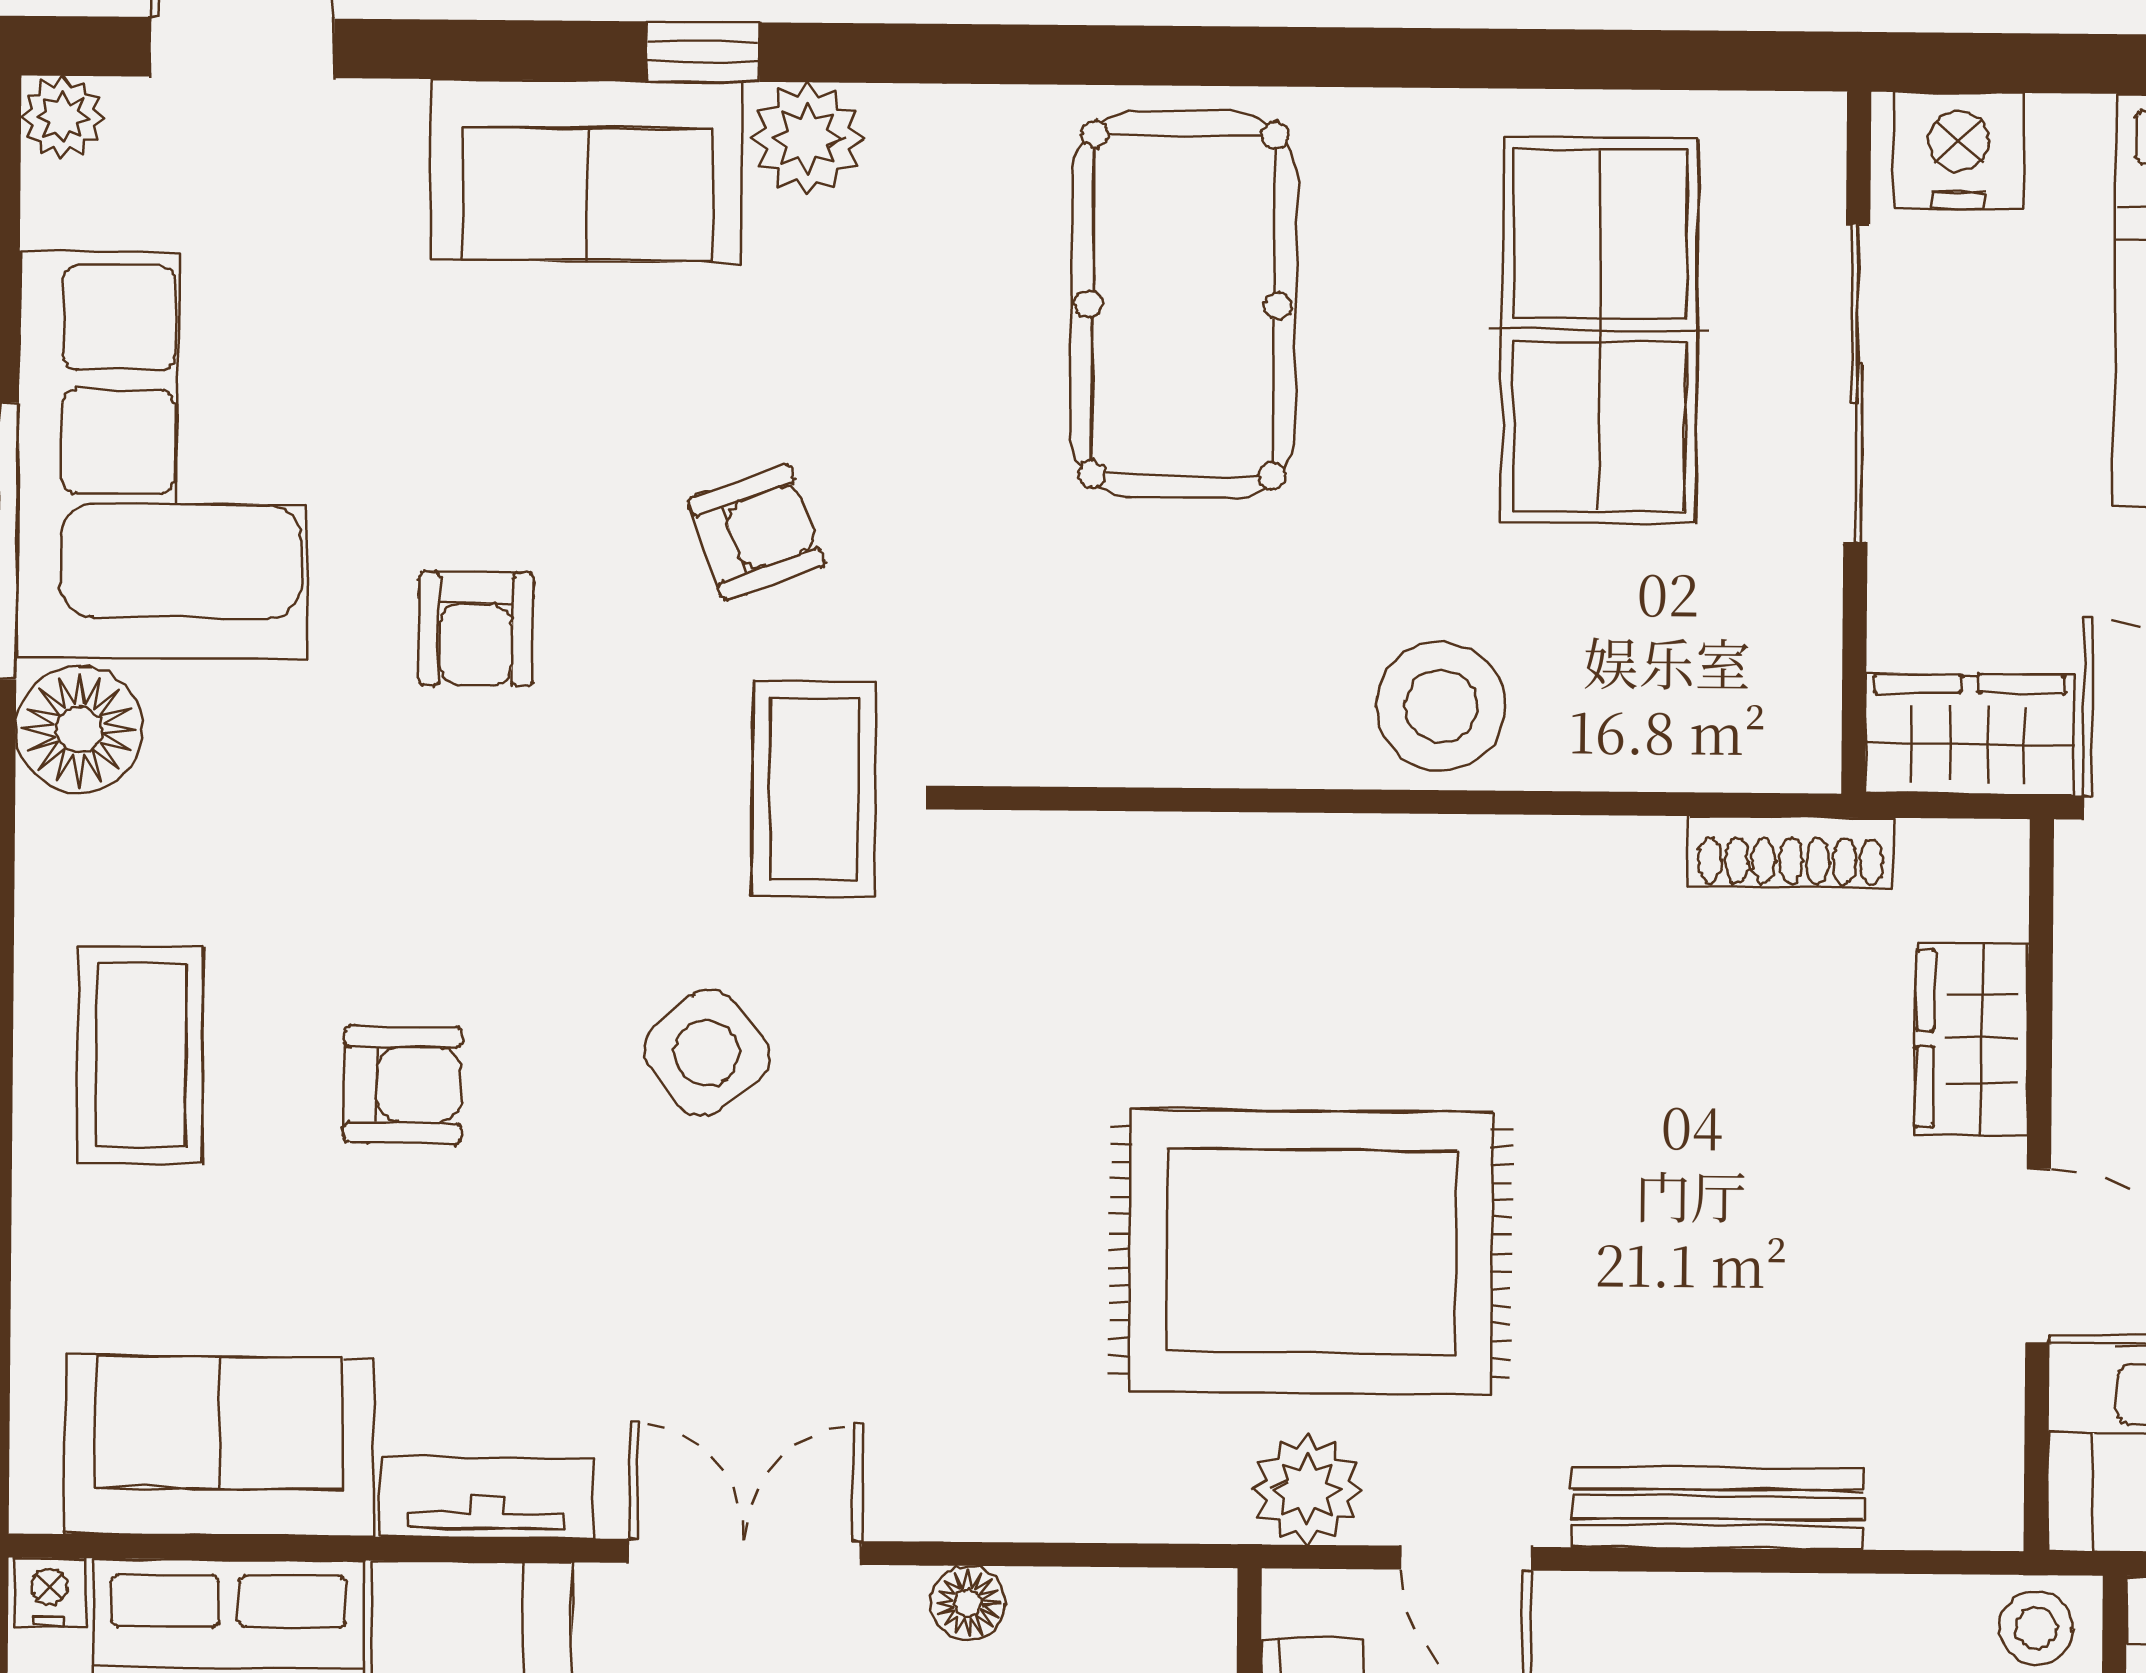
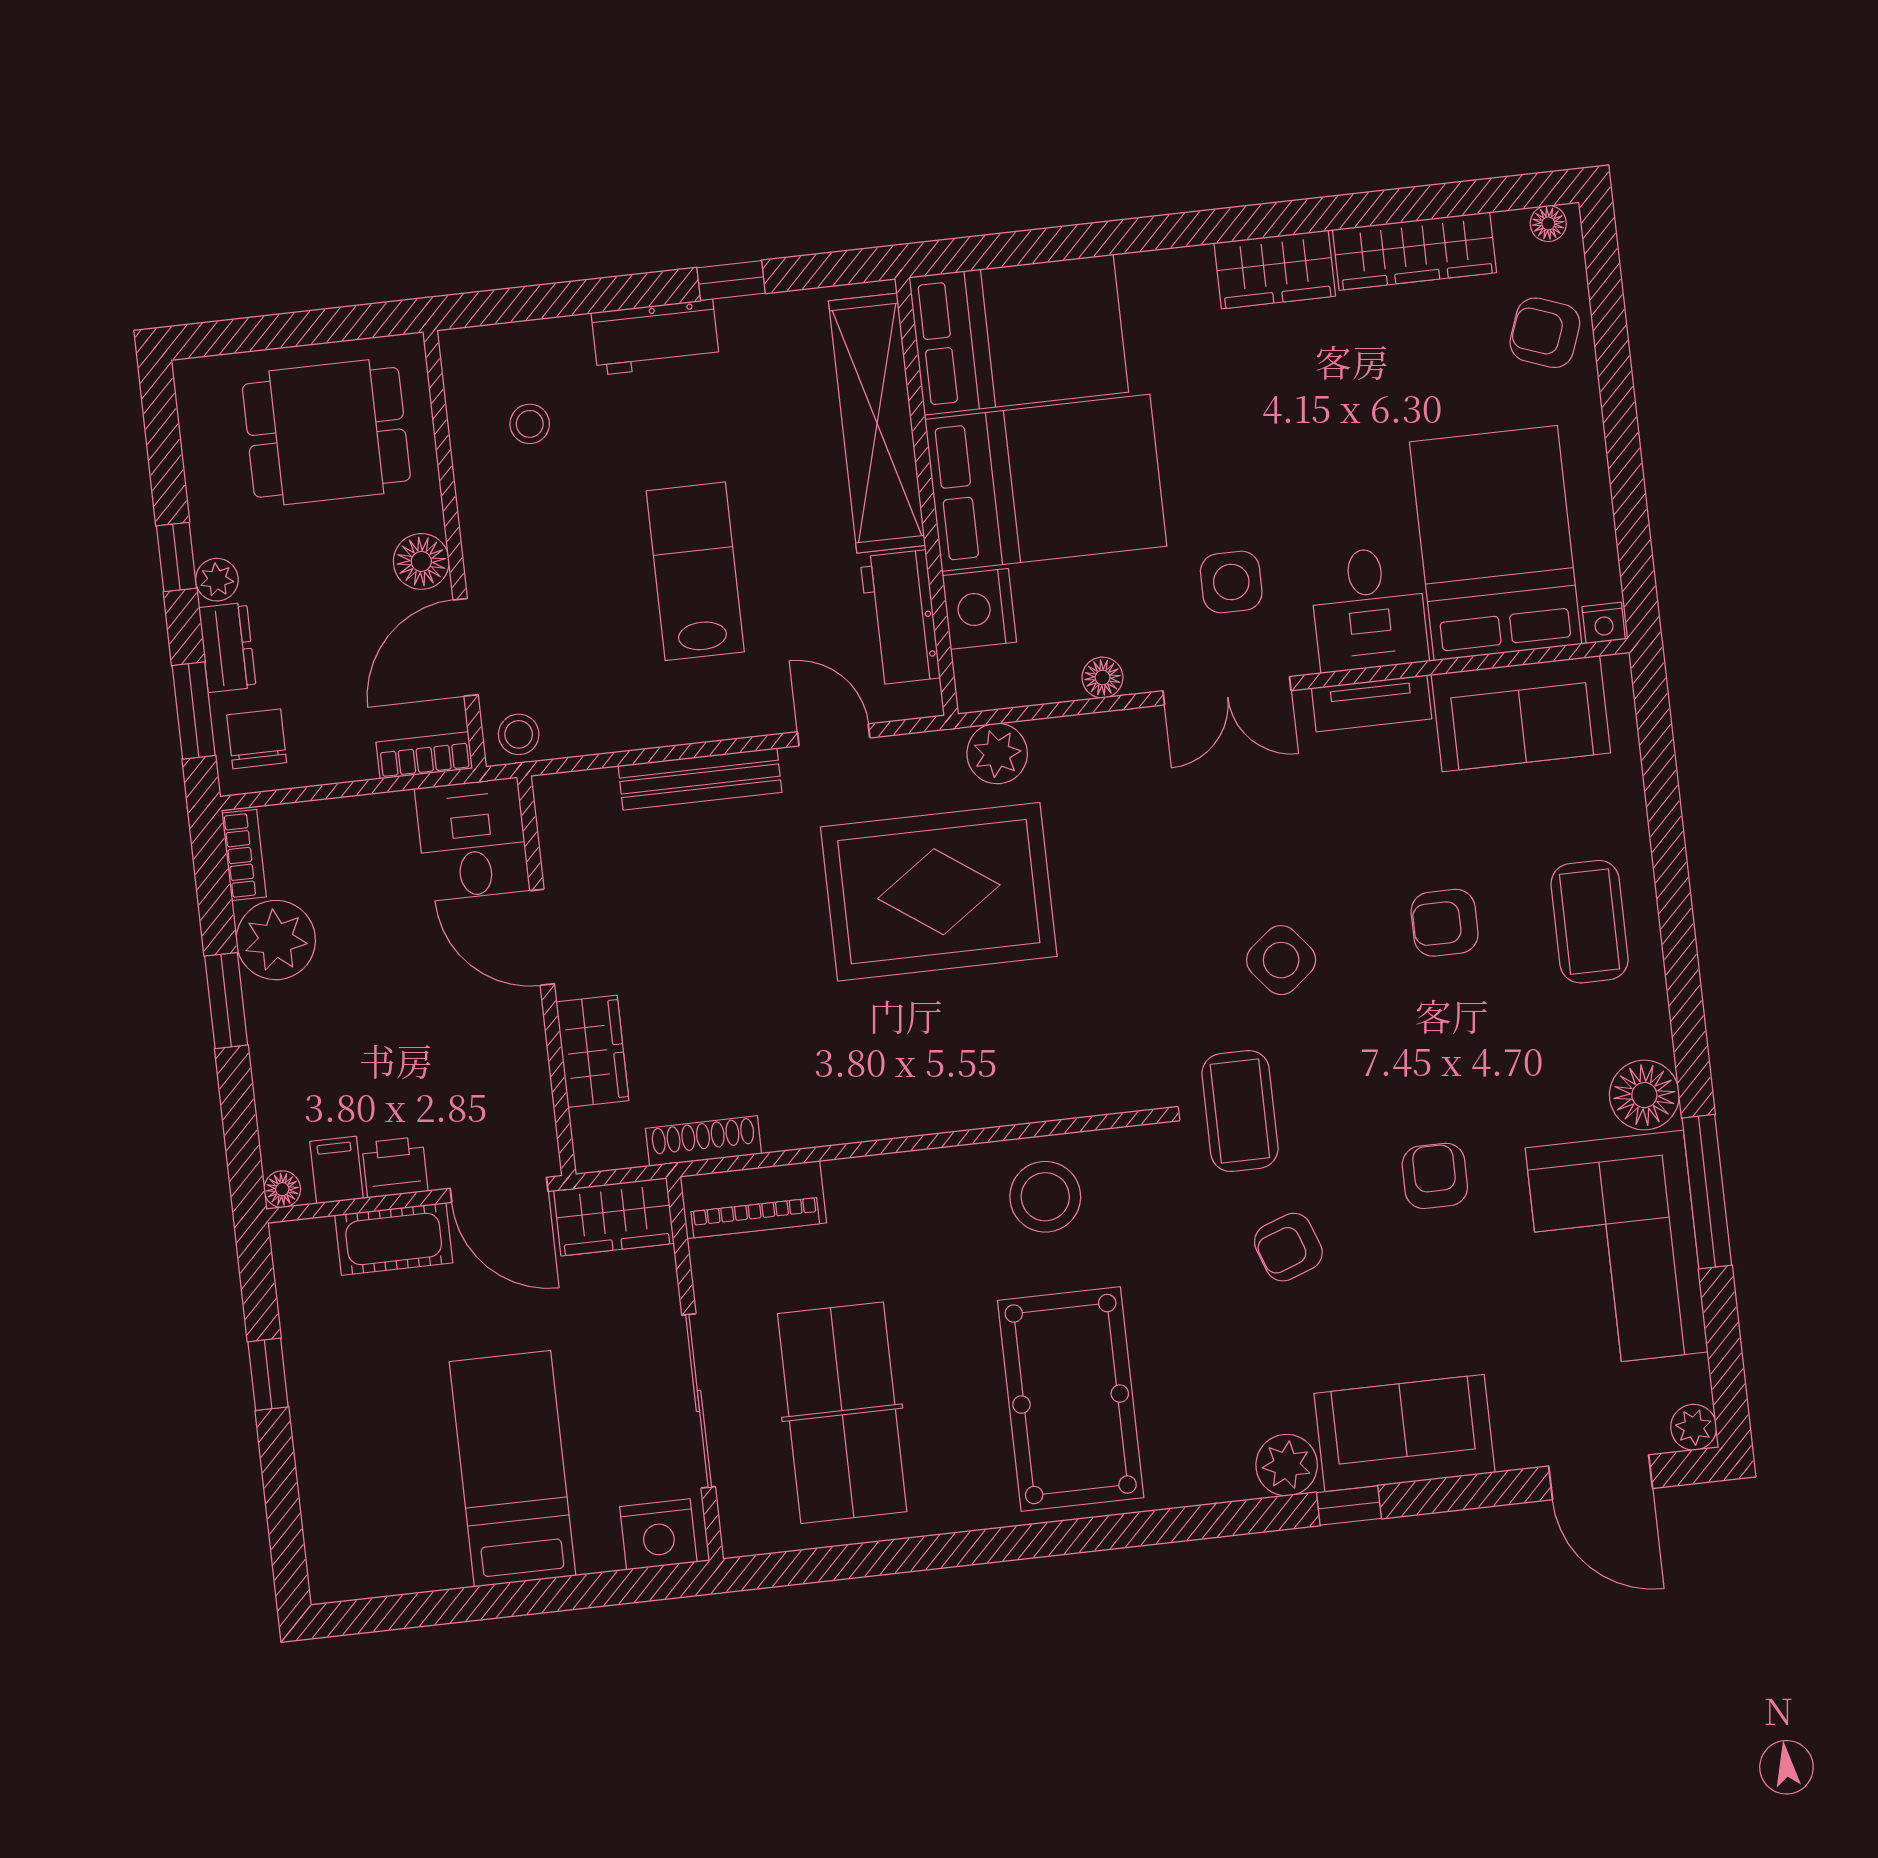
stool: (1441, 706) -> (1045, 1197), moved
piano: (1714, 735) -> (753, 1200), added
plant: (1307, 1490) -> (997, 754), moved

